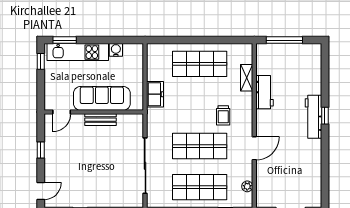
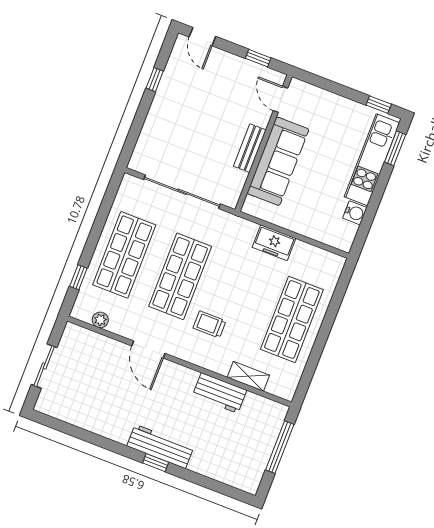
sofa: (102, 98) -> (278, 161), moved
door: (62, 112) -> (281, 99), moved
wall: (94, 112) -> (264, 143), moved
bench: (100, 120) -> (250, 148), moved

